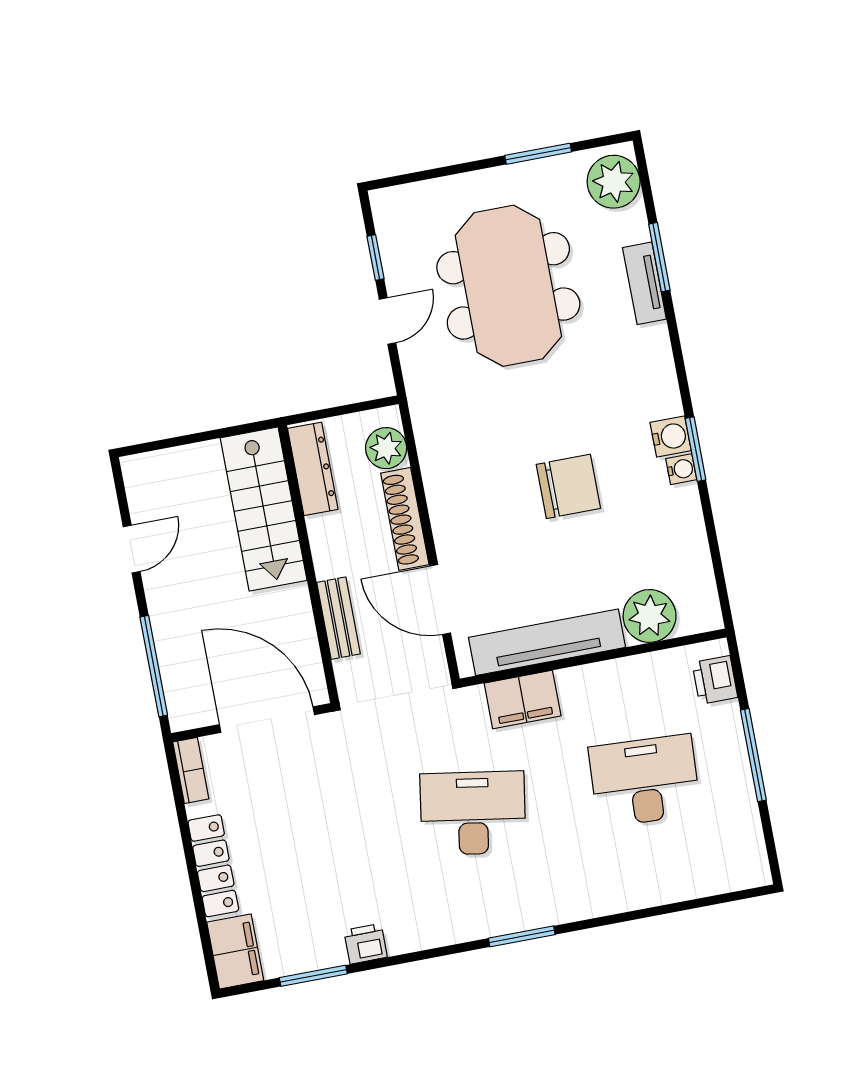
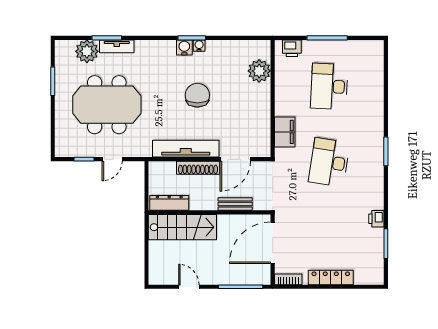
plant: (614, 182) -> (87, 51), moved
door: (388, 321) -> (112, 159), swing flipped
plant: (386, 448) -> (166, 170), removed
tv unit: (547, 642) -> (186, 149), moved, turned 90
filing cabinet: (235, 951) -> (369, 275), removed

